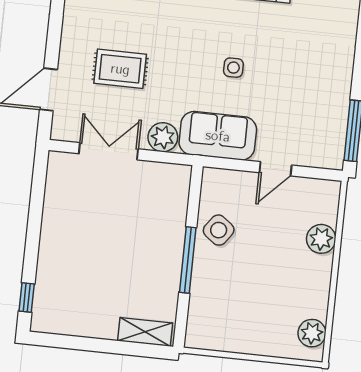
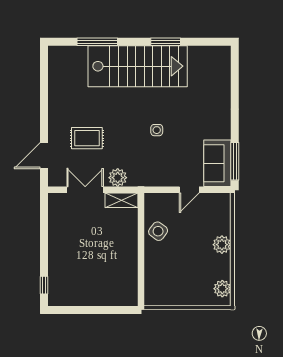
sofa: (218, 136) -> (217, 163), moved, turned -90
plant: (321, 239) -> (222, 245), moved
window: (188, 260) -> (141, 252), removed
shelving: (145, 332) -> (122, 200), moved

